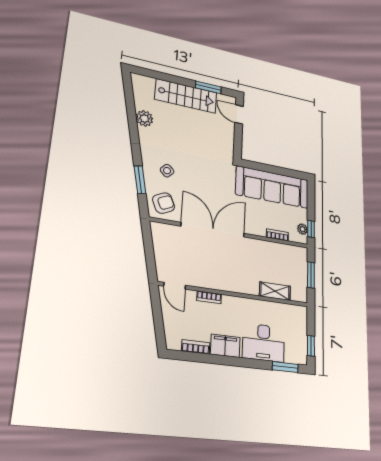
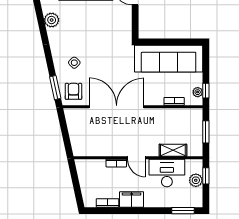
window: (140, 180) -> (55, 88), moved
armchair: (164, 203) -> (73, 91), turned -65
door: (175, 286) -> (136, 158), moved
plant: (300, 331) -> (196, 180), added
desk: (263, 343) -> (167, 173), moved, turned 180
window: (311, 346) -> (206, 176), moved

